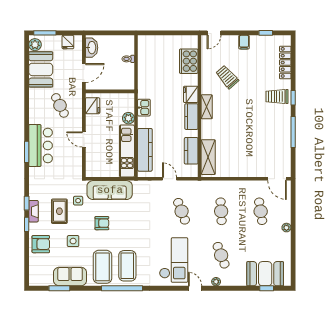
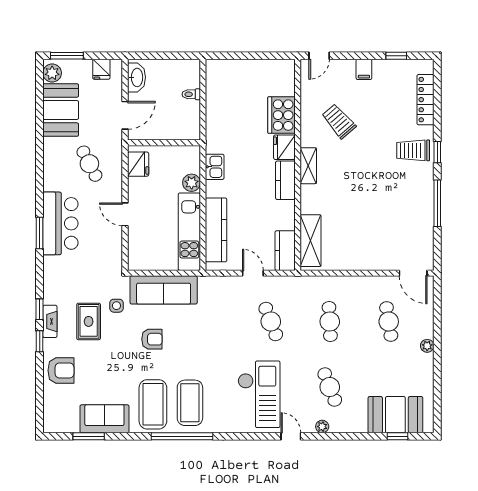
cooker: (189, 61) -> (281, 115), moved
kitchen counter: (191, 151) -> (285, 251), moved
side table: (73, 241) -> (109, 366), removed

